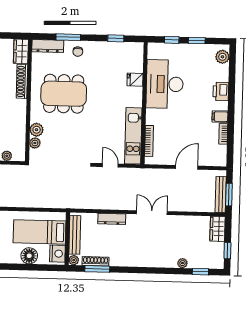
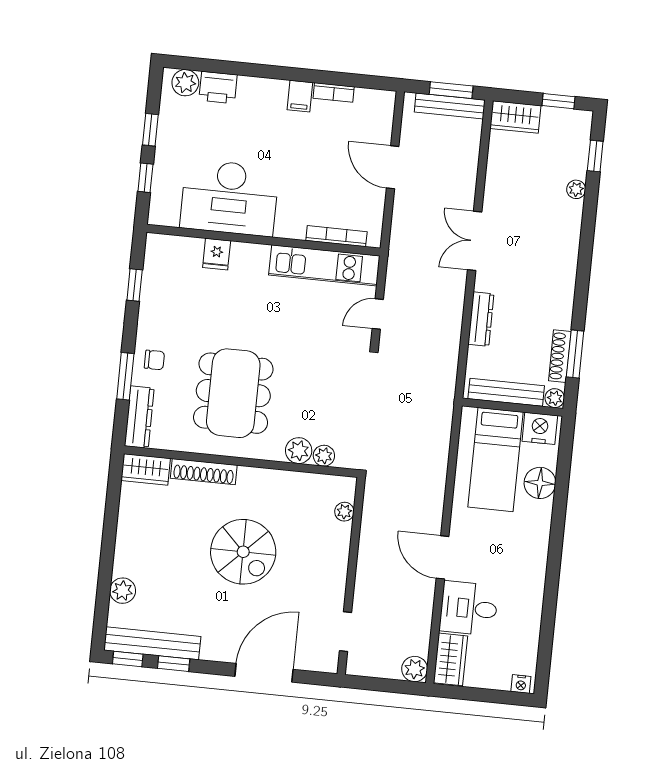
printer: (221, 91) -> (218, 87), moved

